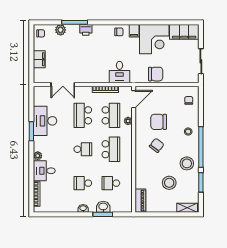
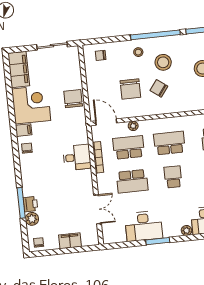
printer: (86, 30) -> (30, 204), moved
desk: (119, 72) -> (77, 157), moved
stool: (187, 163) -> (163, 62), moved

